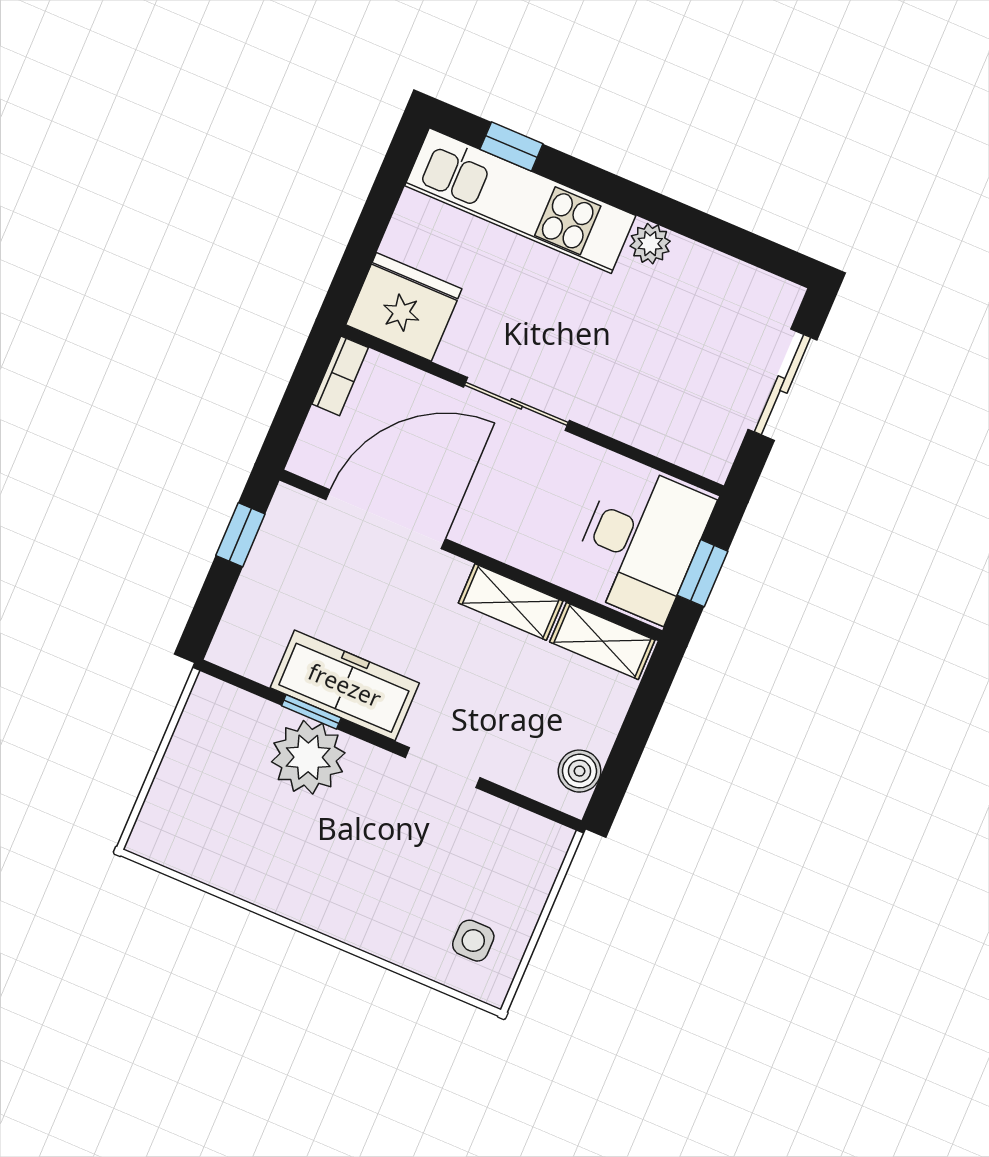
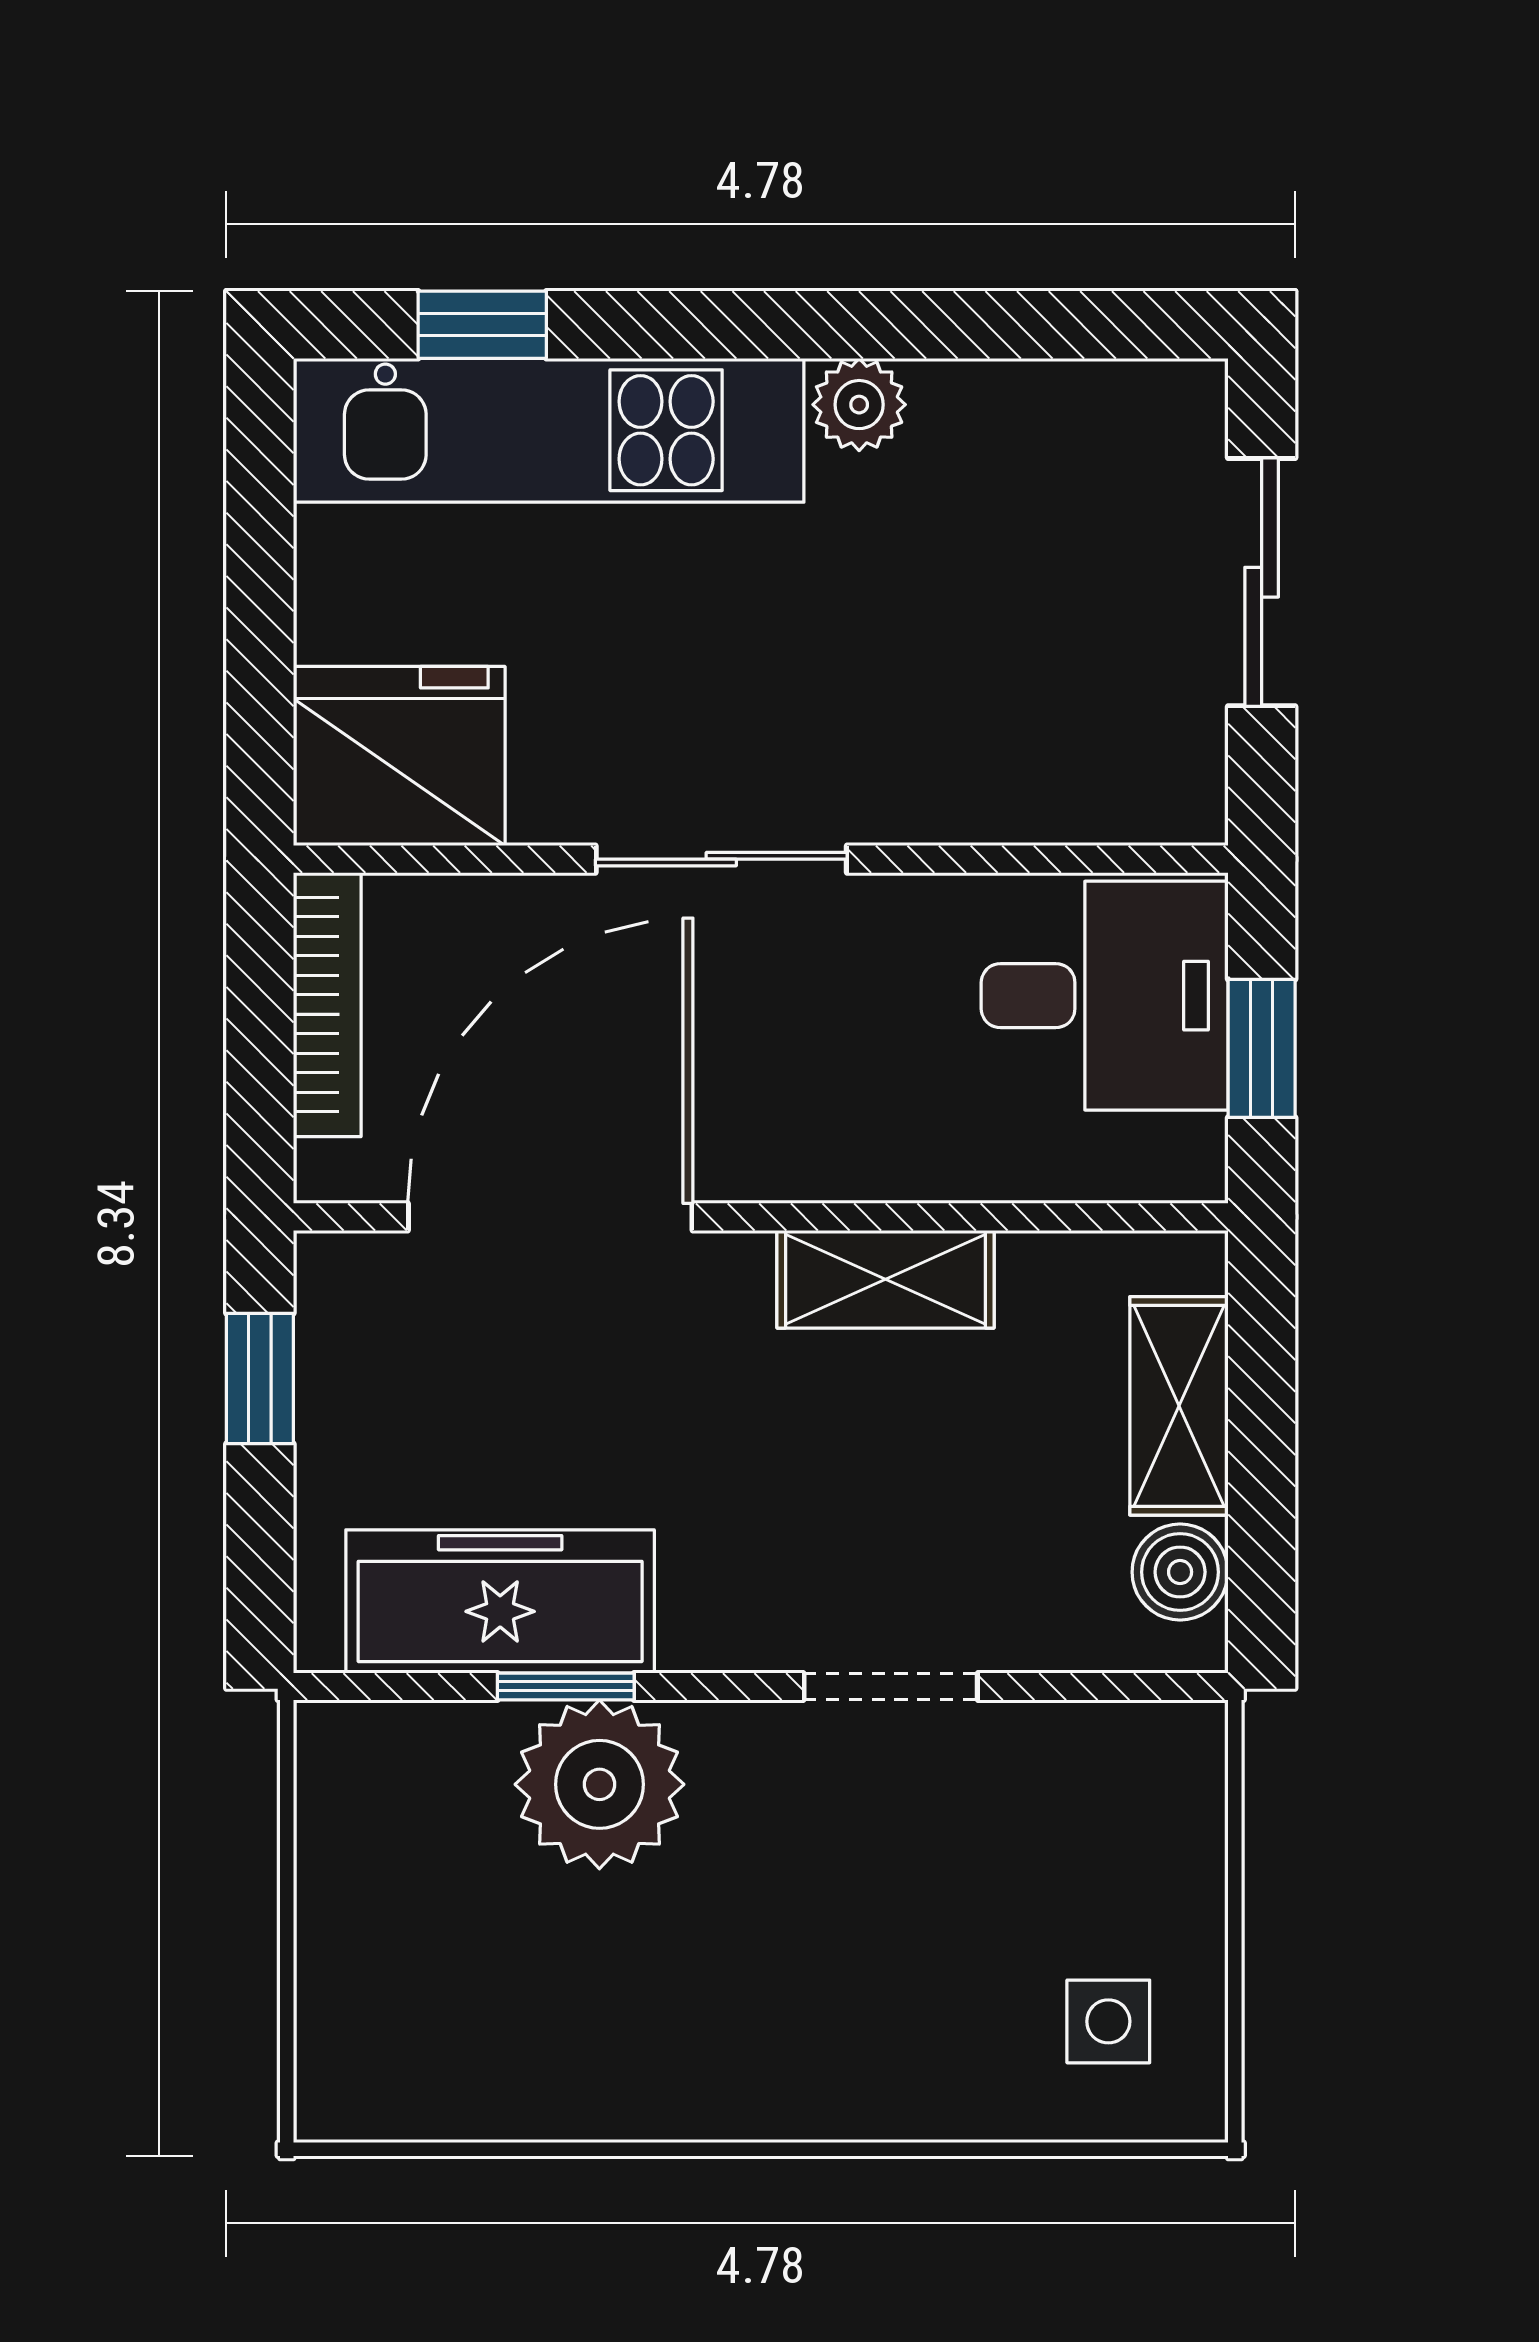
bookcase: (340, 376) -> (327, 1005), width x1.56
desk: (641, 542) -> (1105, 996), width x0.73
shelving: (602, 641) -> (1179, 1406), moved, turned 90
freezer: (345, 685) -> (500, 1601), moved

